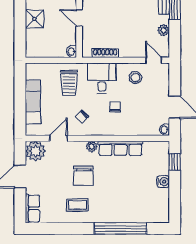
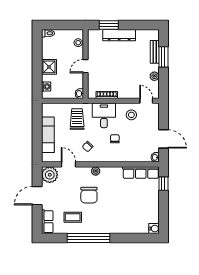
door: (79, 18) -> (85, 66), hinge flipped
washing machine: (31, 43) -> (46, 87), added
trolley: (69, 83) -> (77, 119), turned 180
door: (58, 138) -> (69, 164), hinge flipped
row of seats: (121, 148) -> (141, 173), moved
water cooler: (163, 182) -> (154, 229), moved
coffee table: (77, 205) -> (73, 217), moved
window: (121, 228) -> (88, 238), moved

